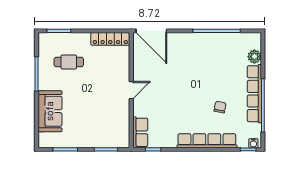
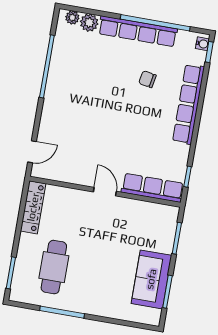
door: (151, 31) -> (32, 152), width x0.53
plant: (256, 43) -> (72, 18), added
cafe table: (69, 62) -> (54, 267), width x1.37, depth x1.35
sofa: (50, 111) -> (151, 279), moved, turned -90
row of seats: (140, 132) -> (153, 188), width x1.48

